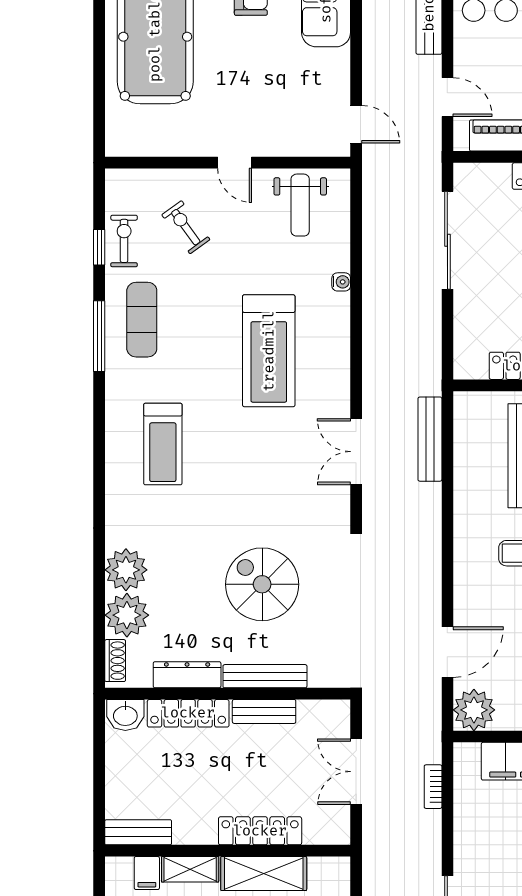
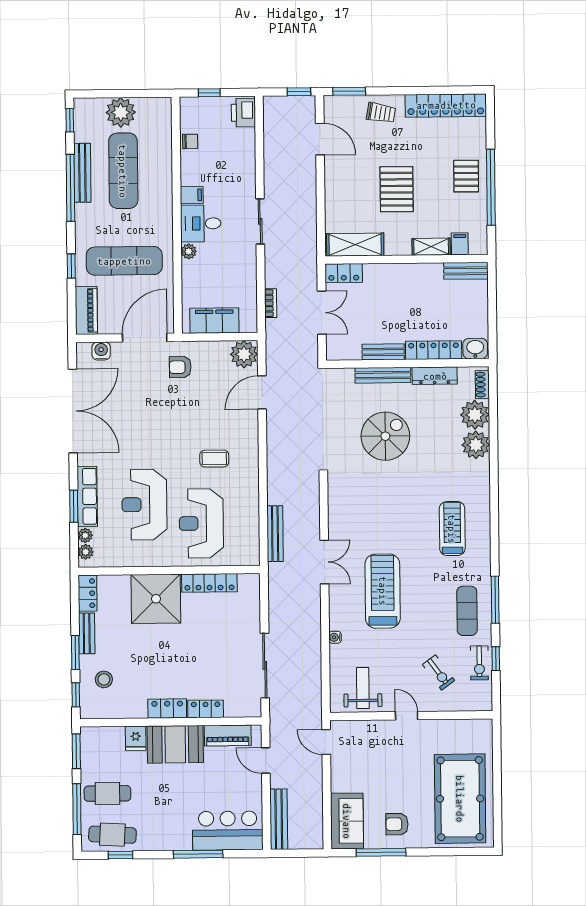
double door: (356, 452) -> (324, 562), moved
spiral stairs: (262, 584) -> (385, 436), turned -90
locker: (260, 831) -> (344, 273), moved, width x0.66
shelving: (264, 874) -> (355, 245), moved

